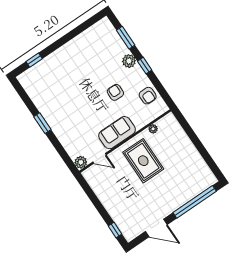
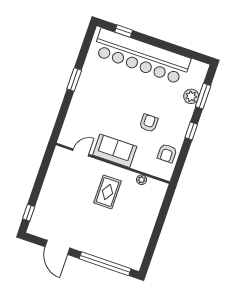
bar counter: (63, 61) -> (142, 56), added
plant: (129, 61) -> (191, 96), moved
door: (100, 158) -> (81, 152), swing flipped
rug: (143, 161) -> (108, 192), width x0.73, depth x0.70
plant: (81, 162) -> (65, 139), removed

